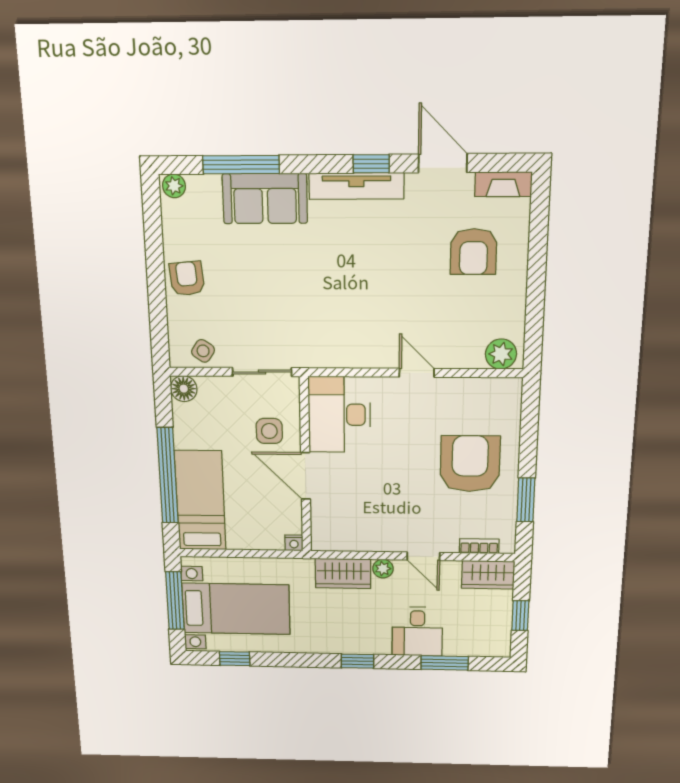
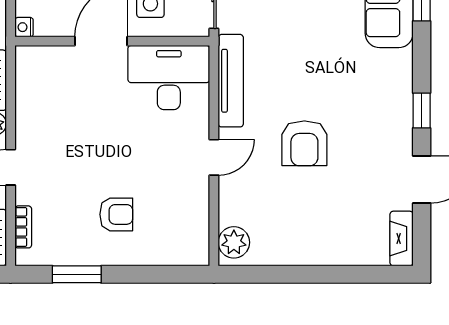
tv unit: (356, 186) -> (231, 81), moved, turned 180
armchair: (474, 252) -> (304, 143), moved, turned -90
armchair: (470, 464) -> (116, 214), width x0.53, depth x0.53

